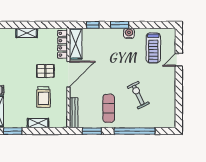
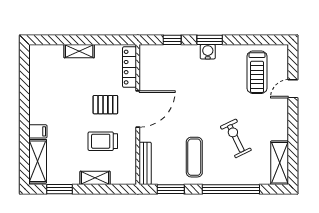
water cooler: (129, 33) -> (208, 52), moved
shelving: (76, 44) -> (280, 163), moved
trolley: (43, 97) -> (103, 141), turned 90

